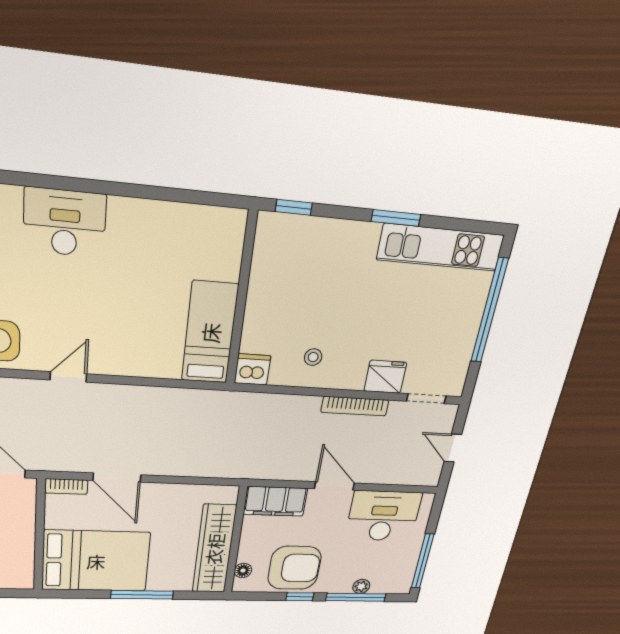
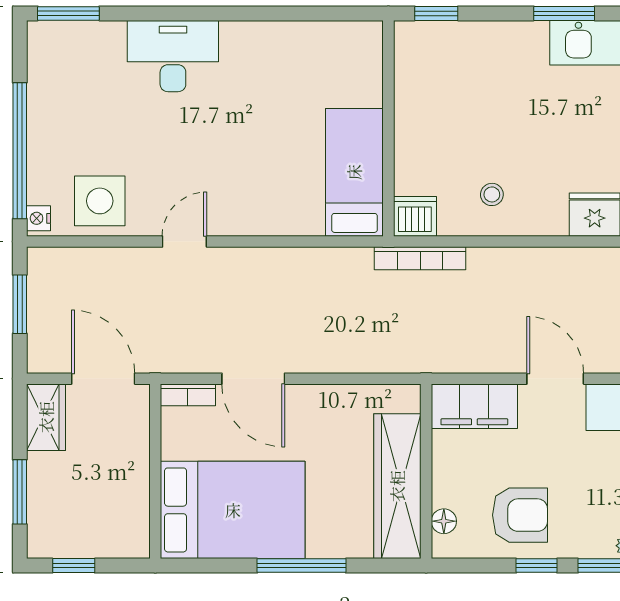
bookcase: (355, 406) -> (420, 258), moved
armchair: (295, 568) -> (520, 515), width x0.73, depth x0.73

